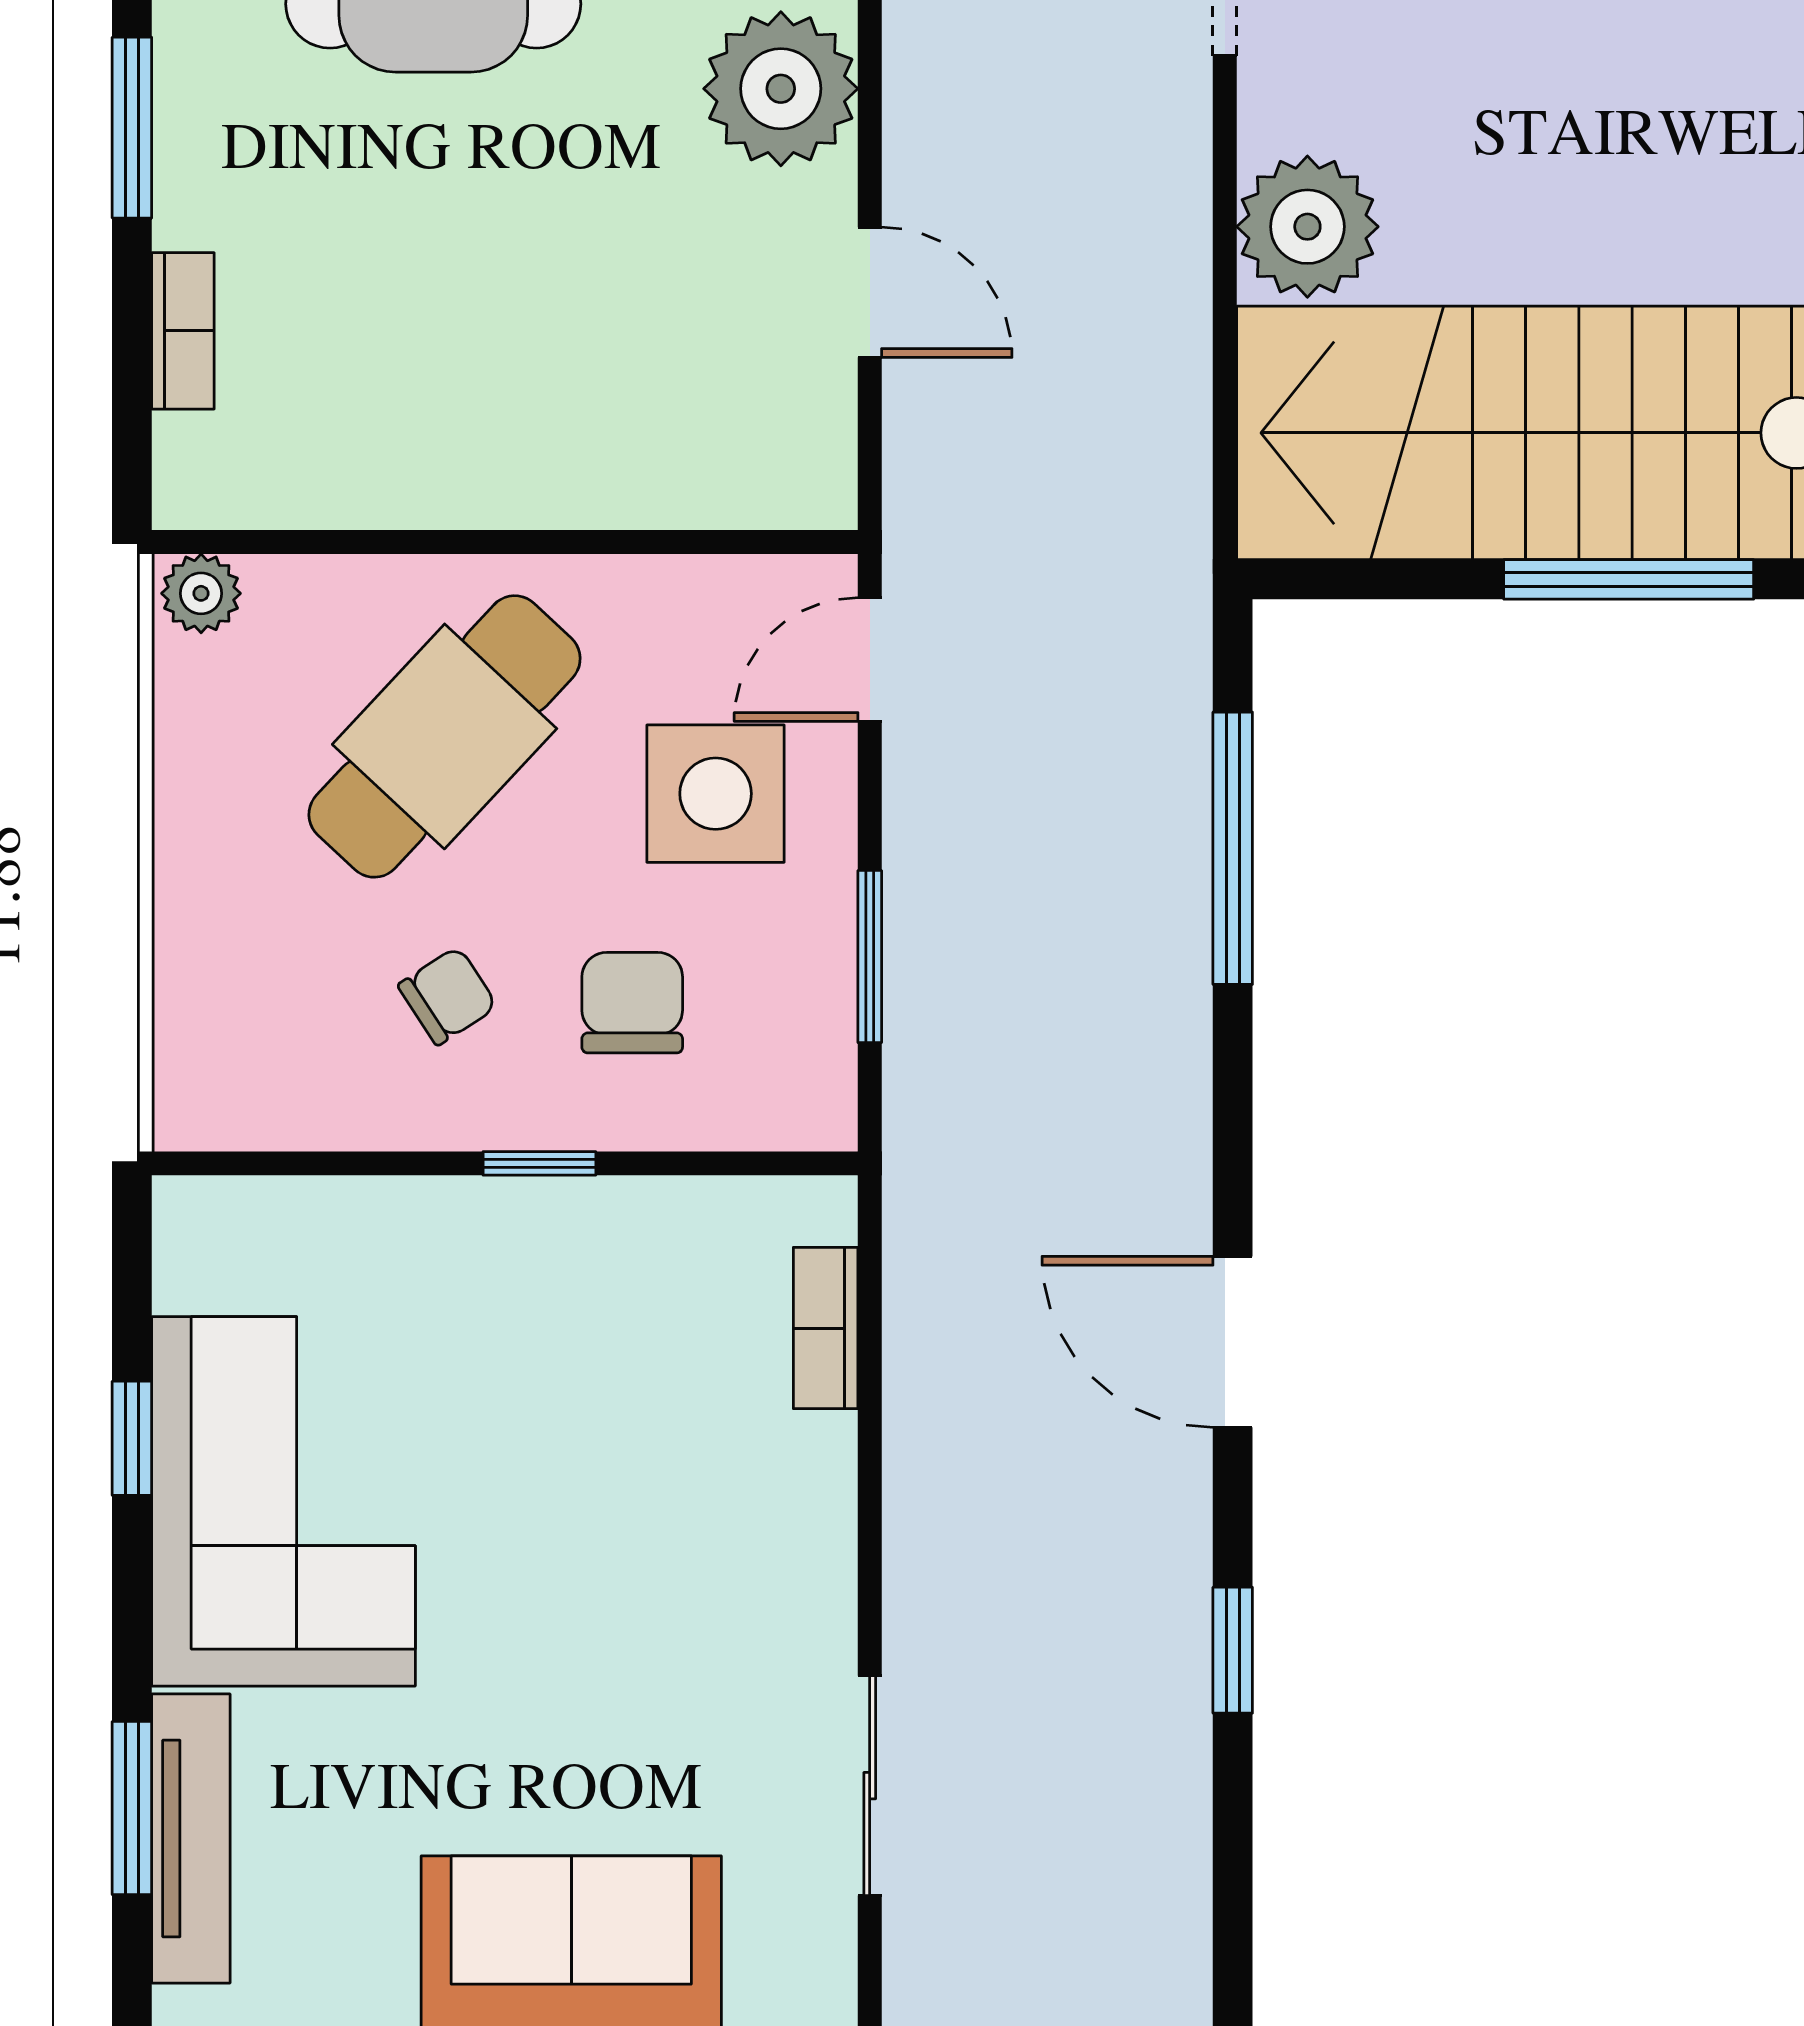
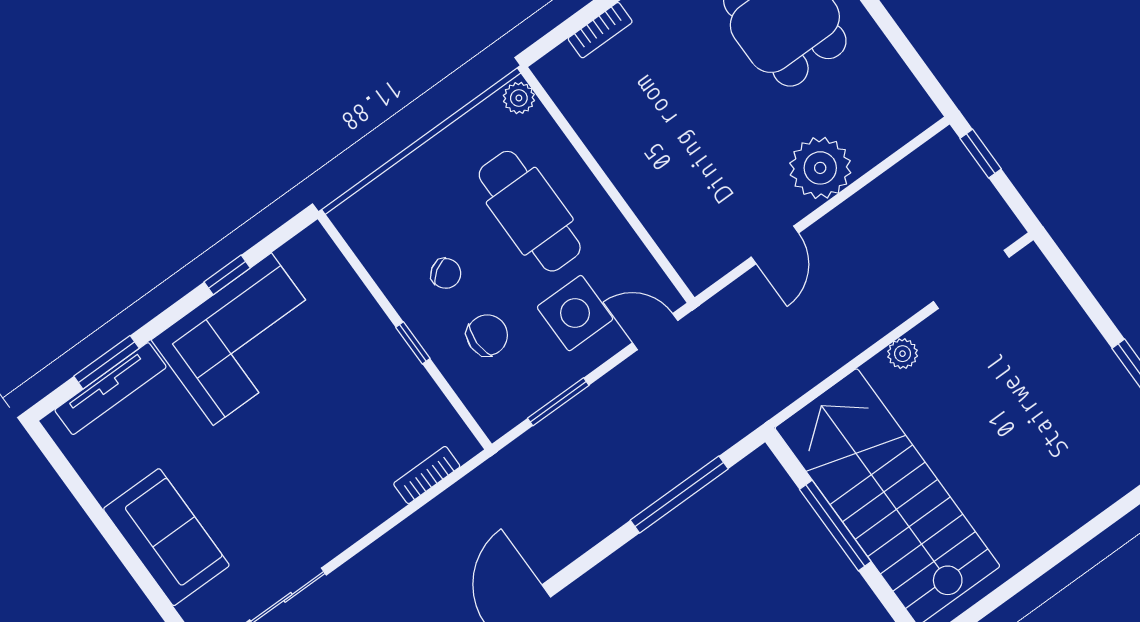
plant: (1307, 227) -> (903, 354), width x0.53, depth x0.53
window: (1629, 579) -> (835, 526), moved
cafe table: (445, 736) -> (530, 211), turned 47

